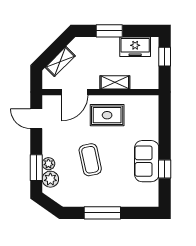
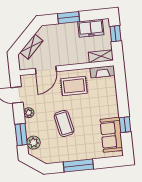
shelving: (115, 82) -> (101, 56), moved
fireplace: (144, 101) -> (102, 72), added
sofa: (147, 161) -> (111, 135), moved
plant: (48, 164) -> (29, 113), moved

